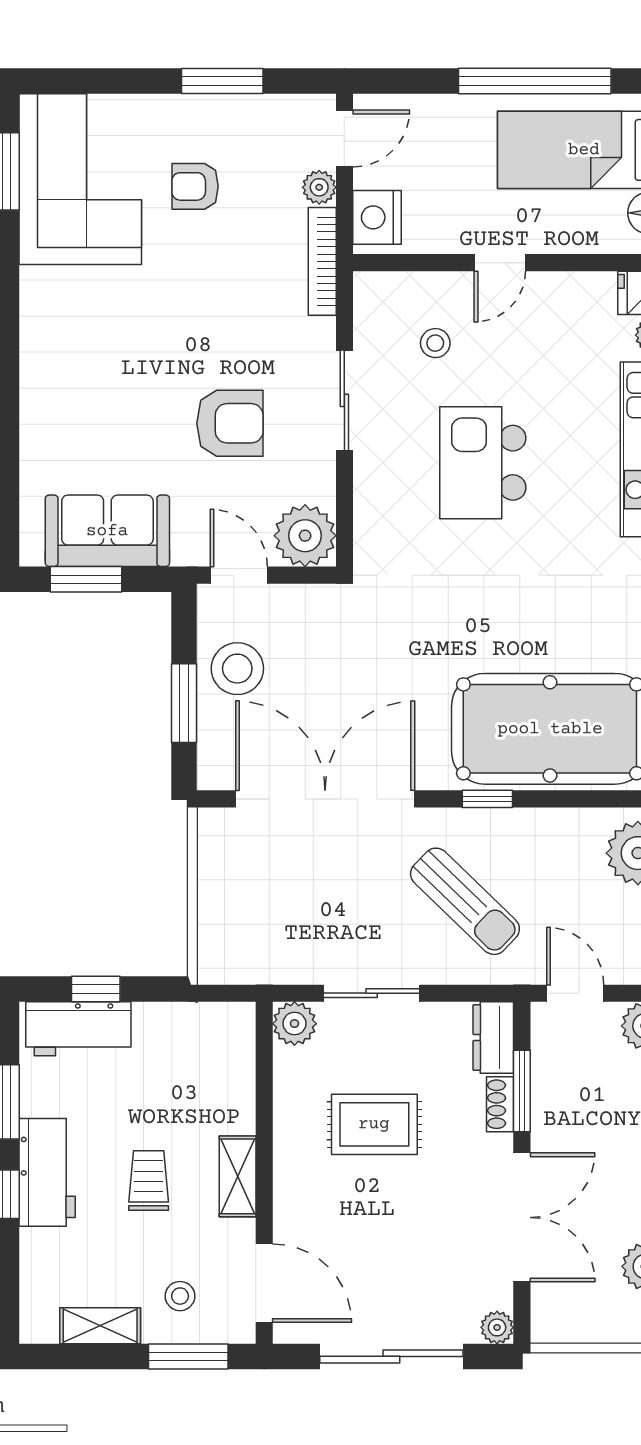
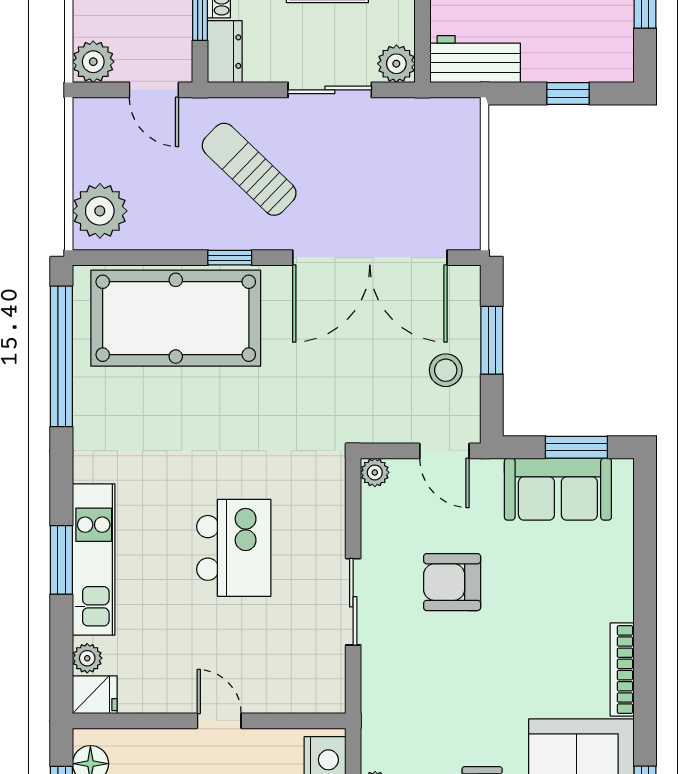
bookcase: (322, 261) -> (622, 670), moved, turned 180
door: (500, 263) -> (219, 721), hinge flipped
stool: (435, 343) -> (275, 651), removed
plant: (305, 536) -> (375, 472), width x0.53, depth x0.53
stool: (237, 669) -> (446, 370), width x0.73, depth x0.73
workbench: (78, 1029) -> (475, 59), moved

